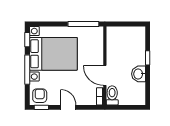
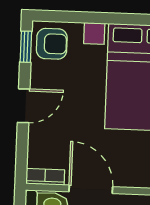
window: (27, 70) -> (110, 18), removed
door: (105, 75) -> (91, 189), hinge flipped

